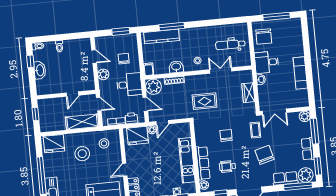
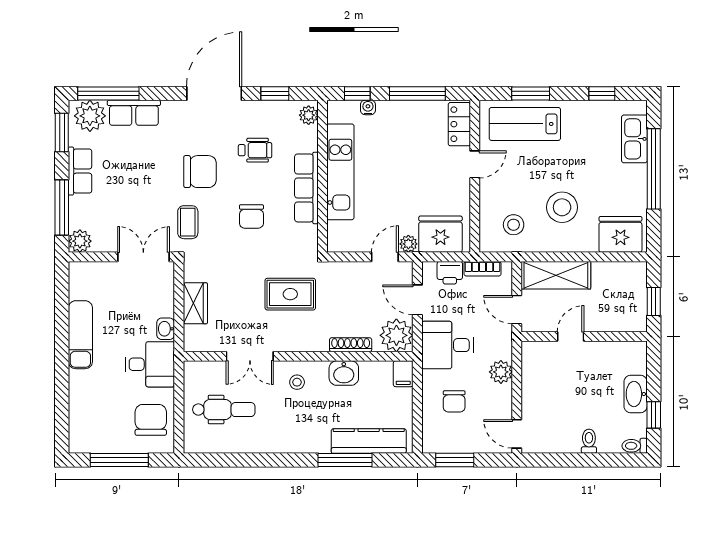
door: (94, 56) -> (517, 434), moved
chair: (265, 155) -> (200, 172), moved, turned -75
row of seats: (203, 163) -> (306, 188), moved

